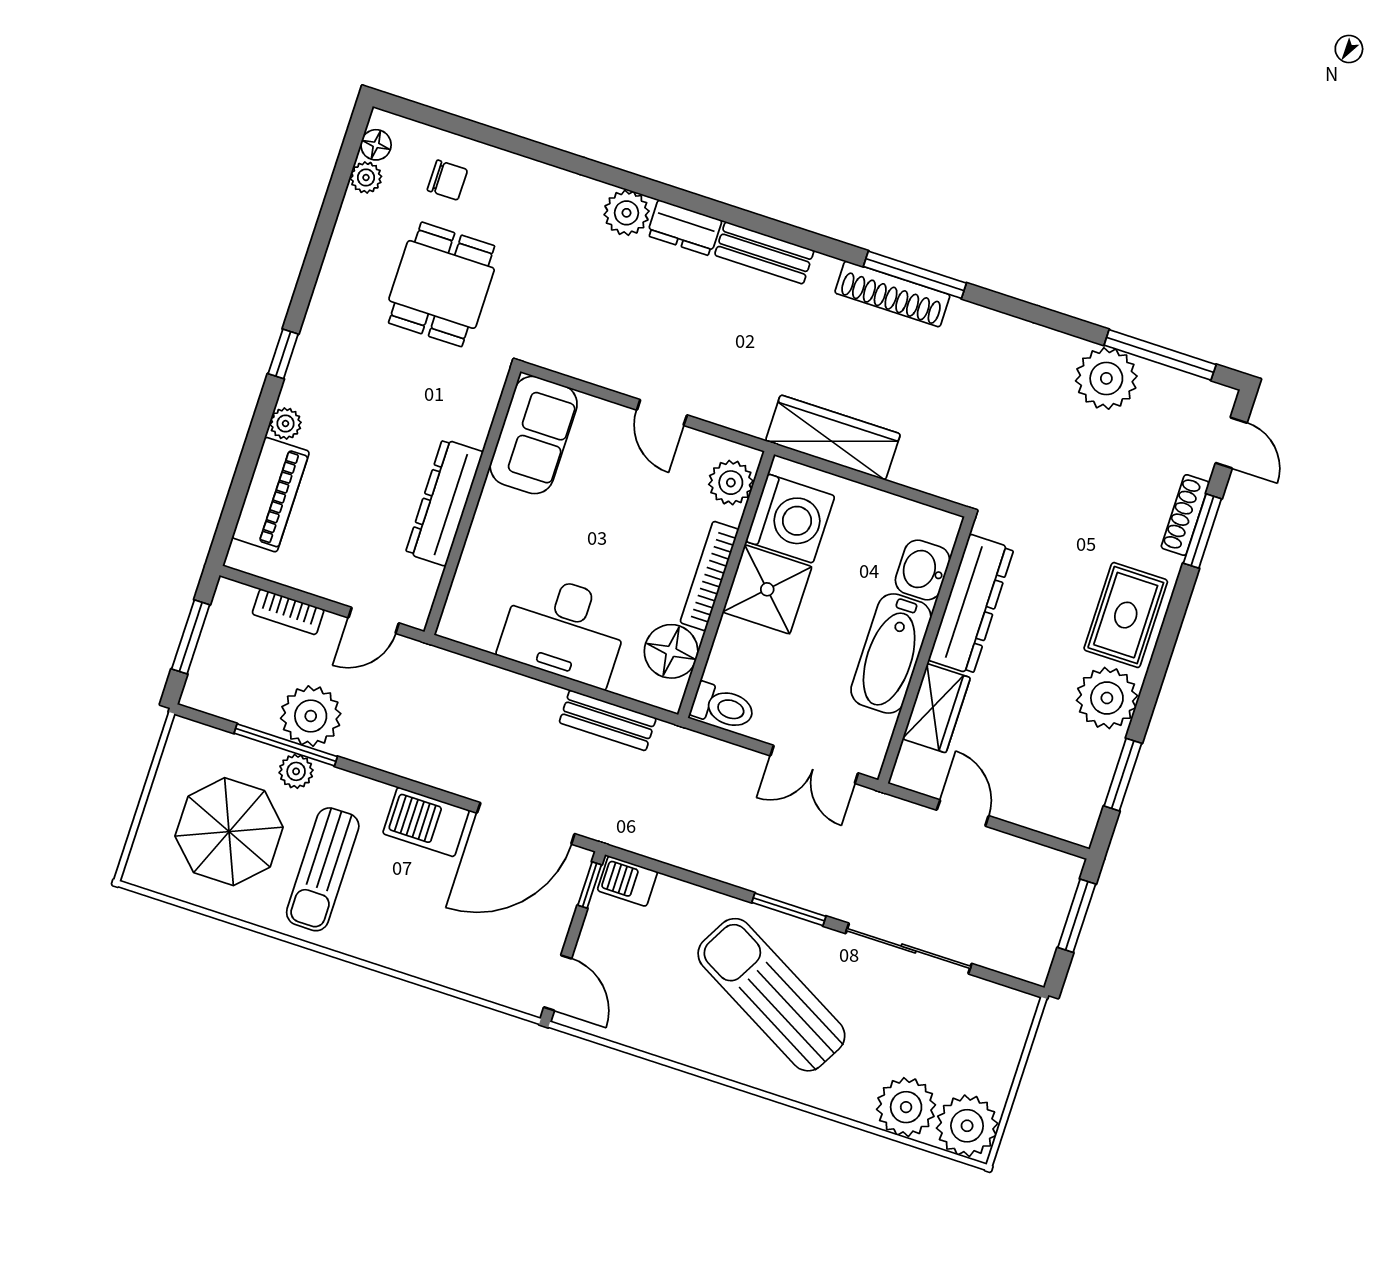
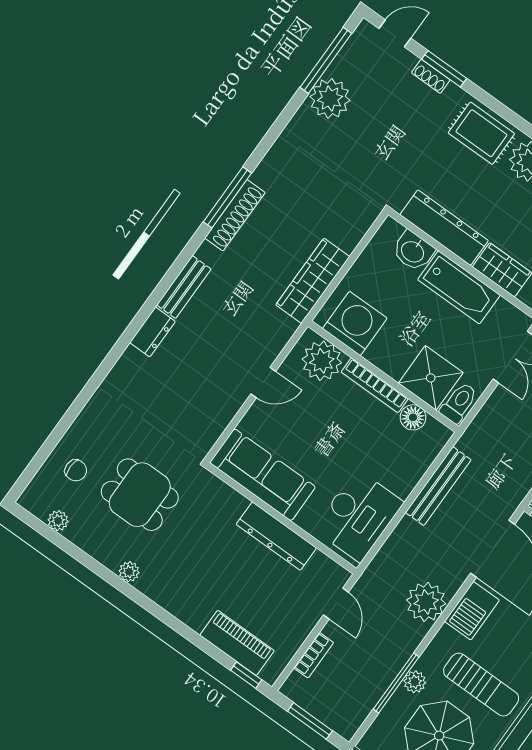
floor lamp: (376, 145) -> (40, 508), removed
chair: (447, 180) -> (76, 470), turned 90
plant: (627, 213) -> (132, 365), removed
window: (283, 354) -> (246, 675), moved
plant: (286, 424) -> (129, 572), moved
sofa: (534, 435) -> (263, 475), width x1.36
plant: (731, 483) -> (322, 361), width x1.36, depth x1.36
shoe rack: (1185, 515) -> (431, 76), width x0.70
shower: (767, 589) -> (431, 378), moved
desk: (564, 630) -> (358, 516), moved
floor lamp: (671, 651) -> (413, 417), width x0.73, depth x0.73
plant: (311, 716) -> (426, 602), moved
bench: (608, 720) -> (438, 486), width x1.36

